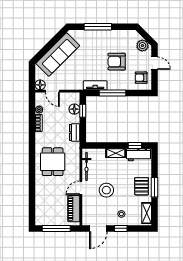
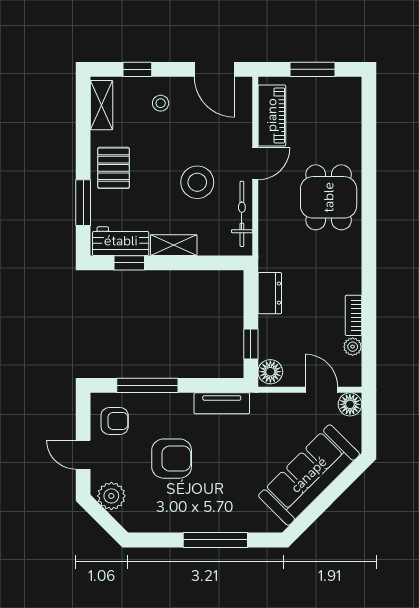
window: (112, 93) -> (147, 385), moved
floor lamp: (74, 109) -> (270, 372), moved
dining table: (53, 162) -> (329, 197), moved
window: (155, 187) -> (83, 203), moved
stool: (106, 190) -> (197, 182), moved
window: (56, 228) -> (312, 69), width x0.69
door: (98, 228) -> (214, 69), swing flipped
window: (121, 228) -> (137, 69), moved

